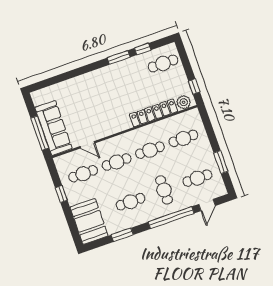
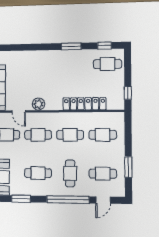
window: (143, 49) -> (105, 46), moved
plant: (184, 102) -> (39, 104), moved

